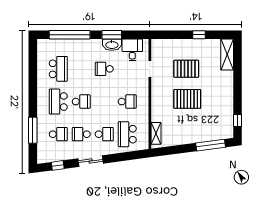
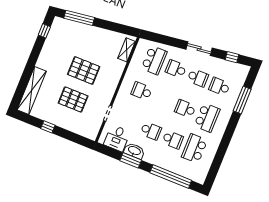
shelving: (227, 55) -> (32, 90), width x1.47
school desk: (81, 69) -> (173, 140), added

